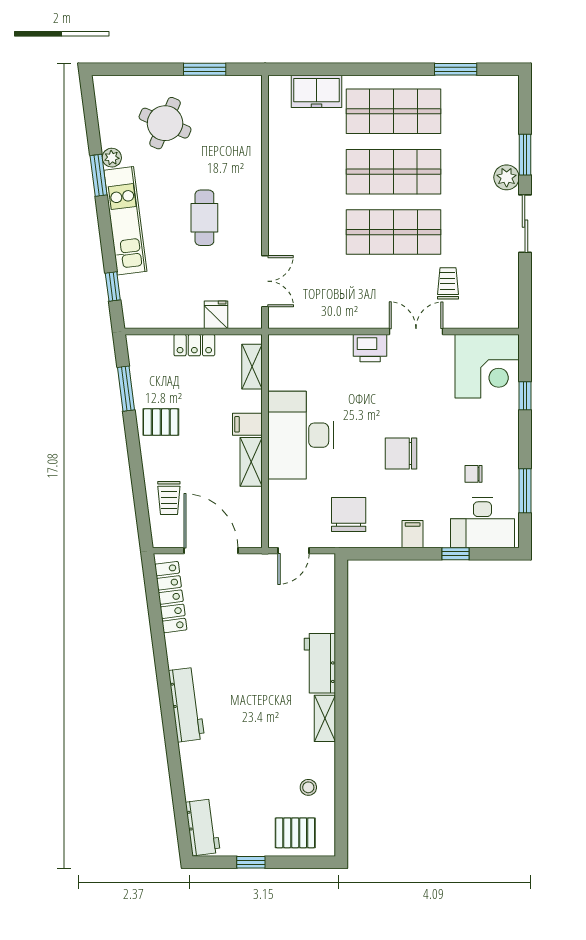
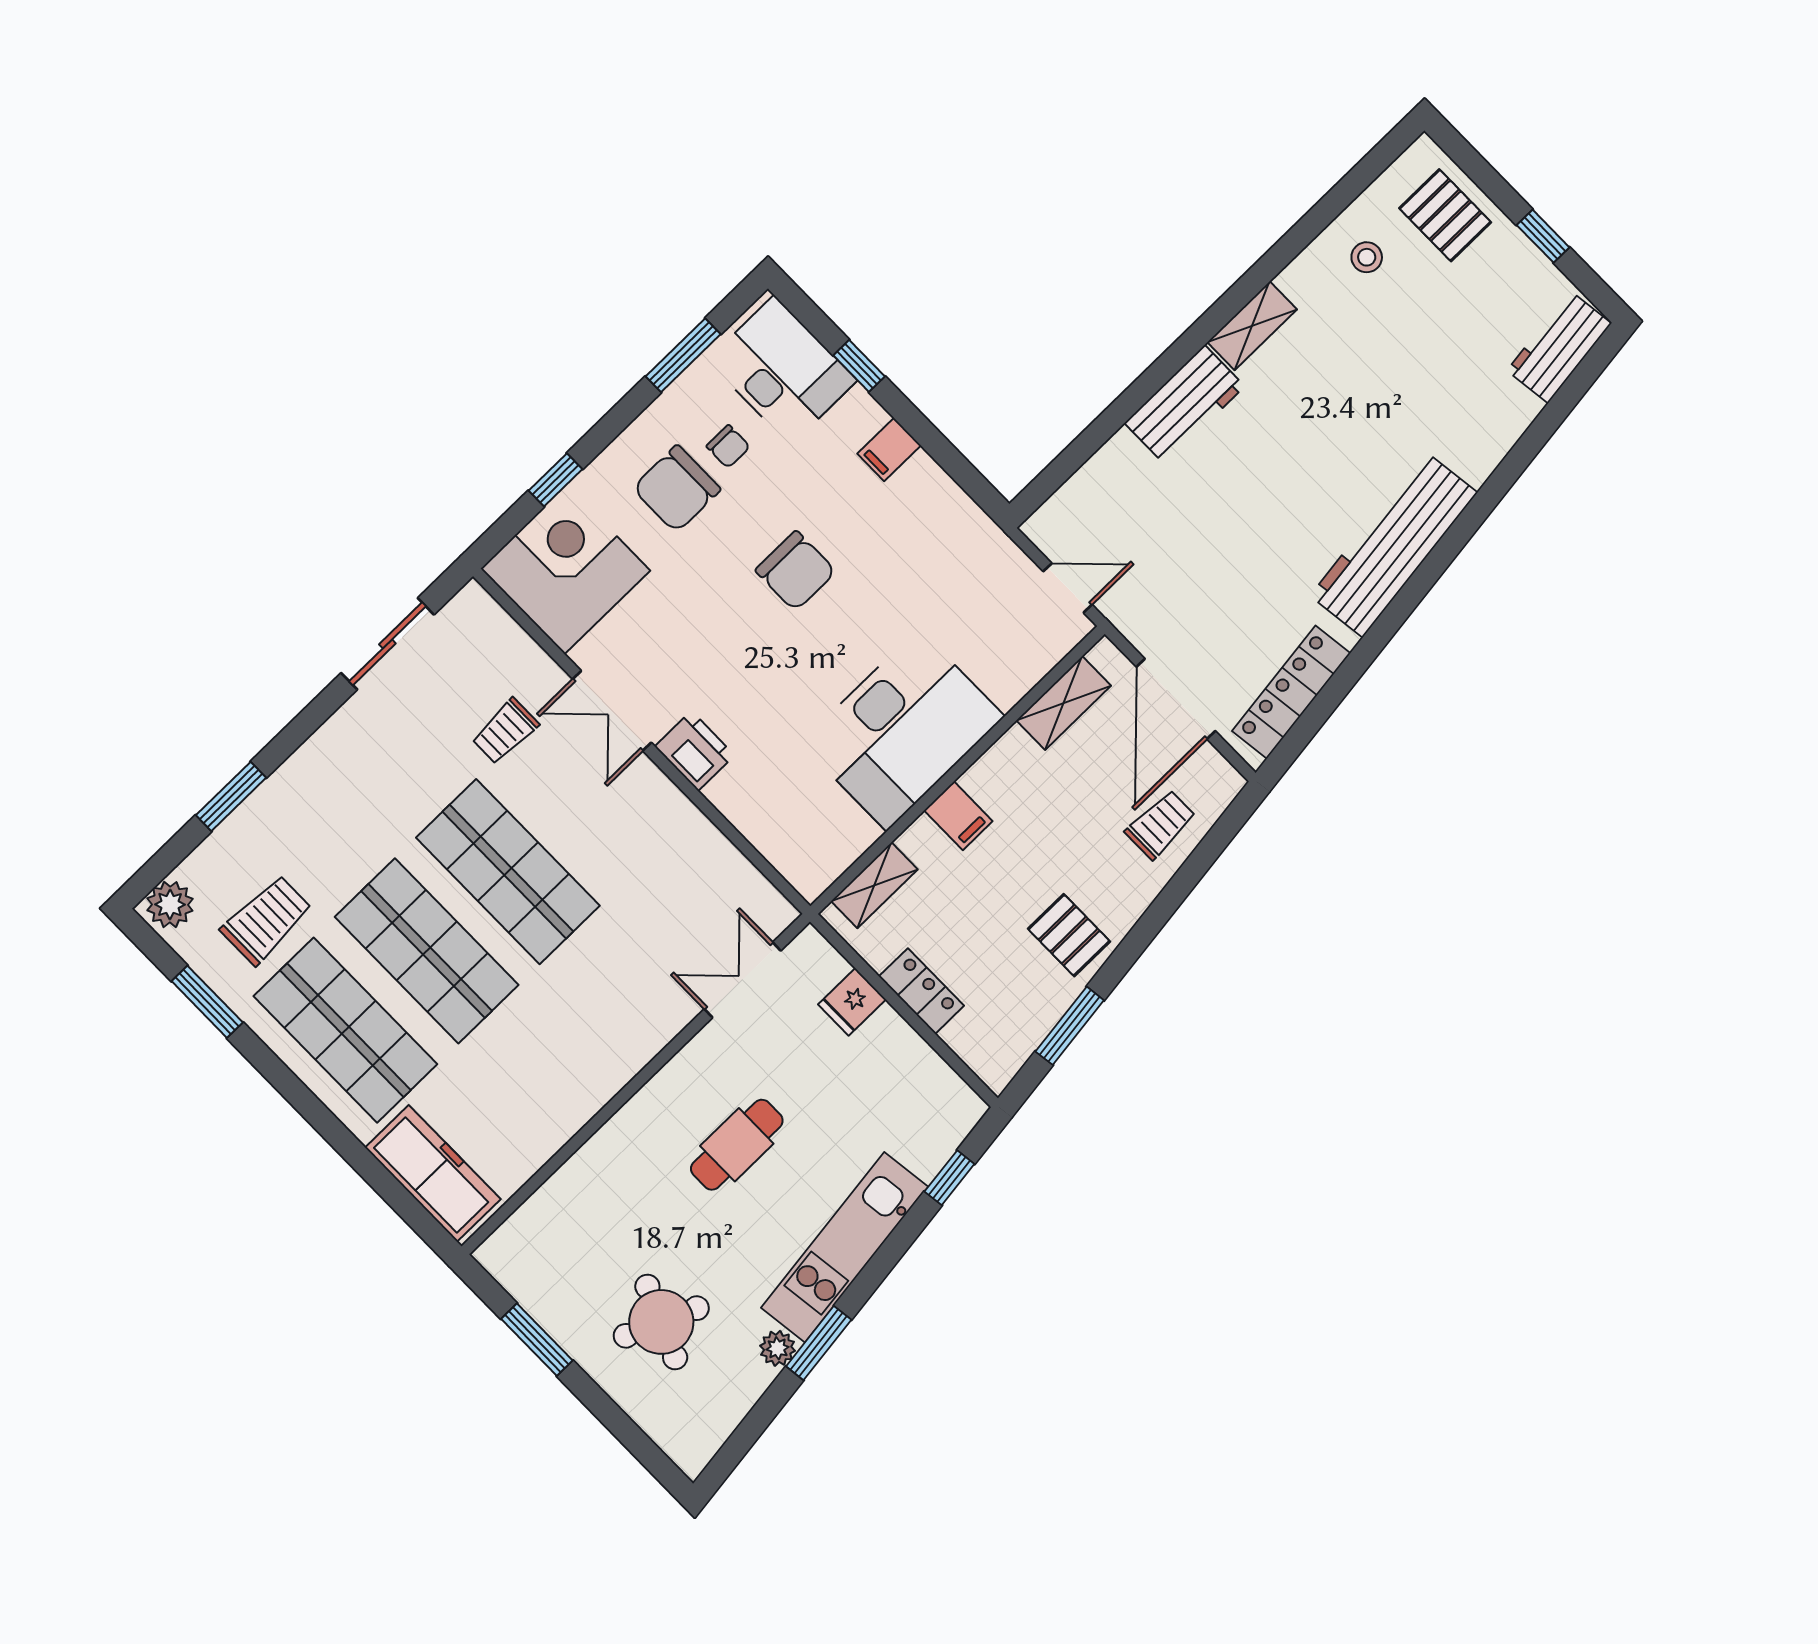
freezer: (317, 91) -> (433, 1173), width x1.40
trolley: (465, 122) -> (266, 920), added
plant: (507, 177) -> (170, 905), moved
sliding door: (525, 224) -> (387, 644), moved
shelving: (251, 462) -> (1064, 703), moved
chair: (349, 515) -> (677, 489), moved
workbench: (186, 705) -> (1394, 544), width x1.36, depth x1.32

